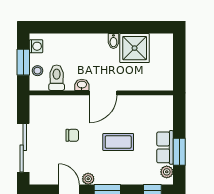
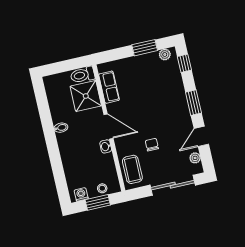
shower: (135, 48) -> (86, 96), moved
toilet: (57, 78) -> (83, 75), moved
coffee table: (118, 142) -> (132, 169), moved
row of seats: (165, 147) -> (109, 87), moved, turned -90
plant: (88, 179) -> (195, 158), moved

